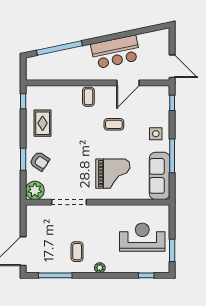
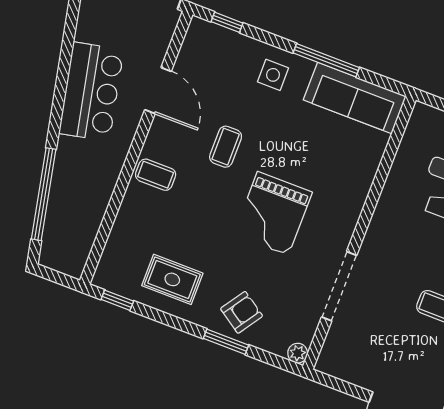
grand piano: (113, 174) -> (273, 213), moved, turned 180
plant: (35, 190) -> (298, 353), width x0.53, depth x0.53

